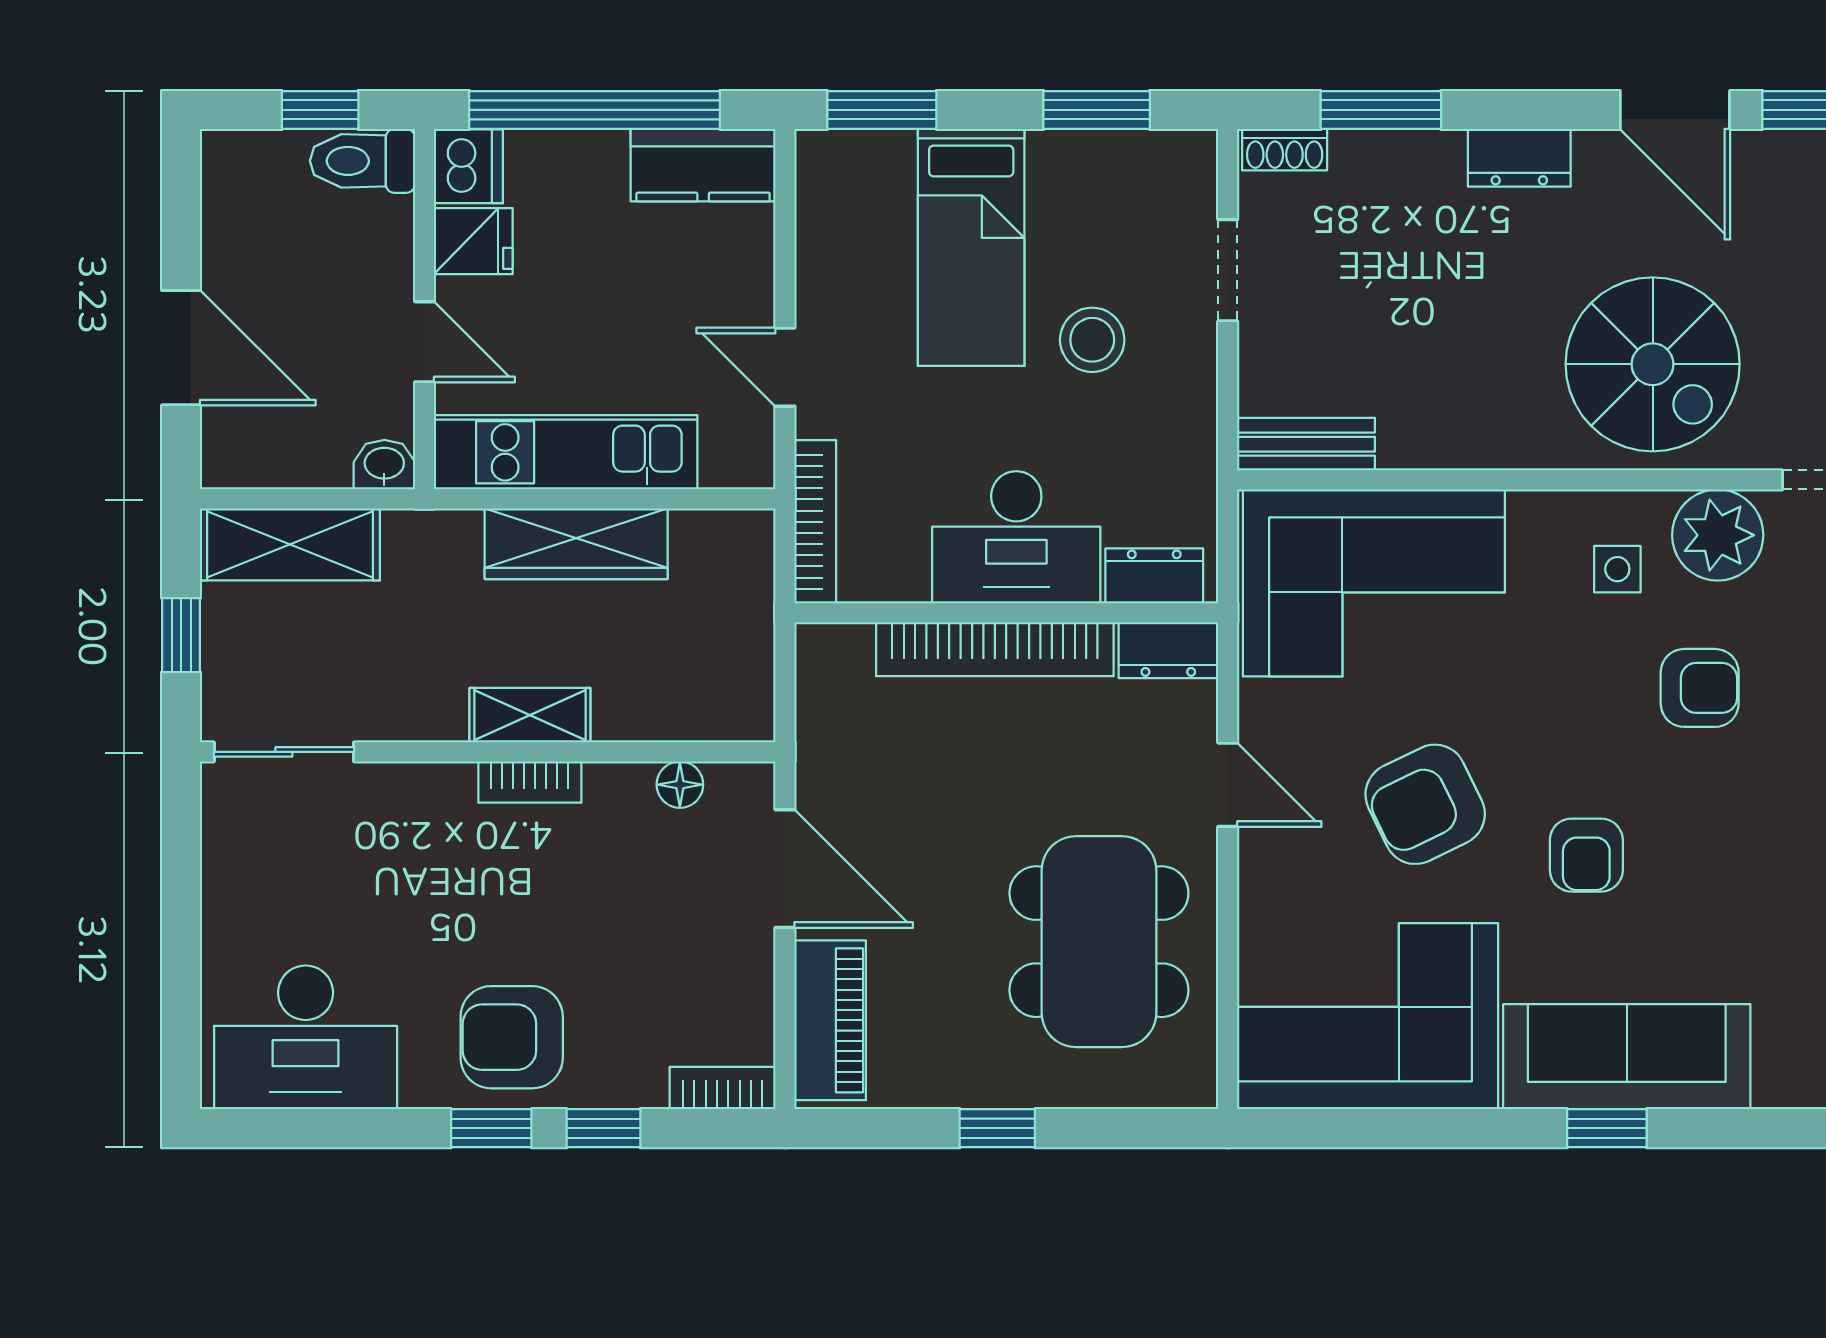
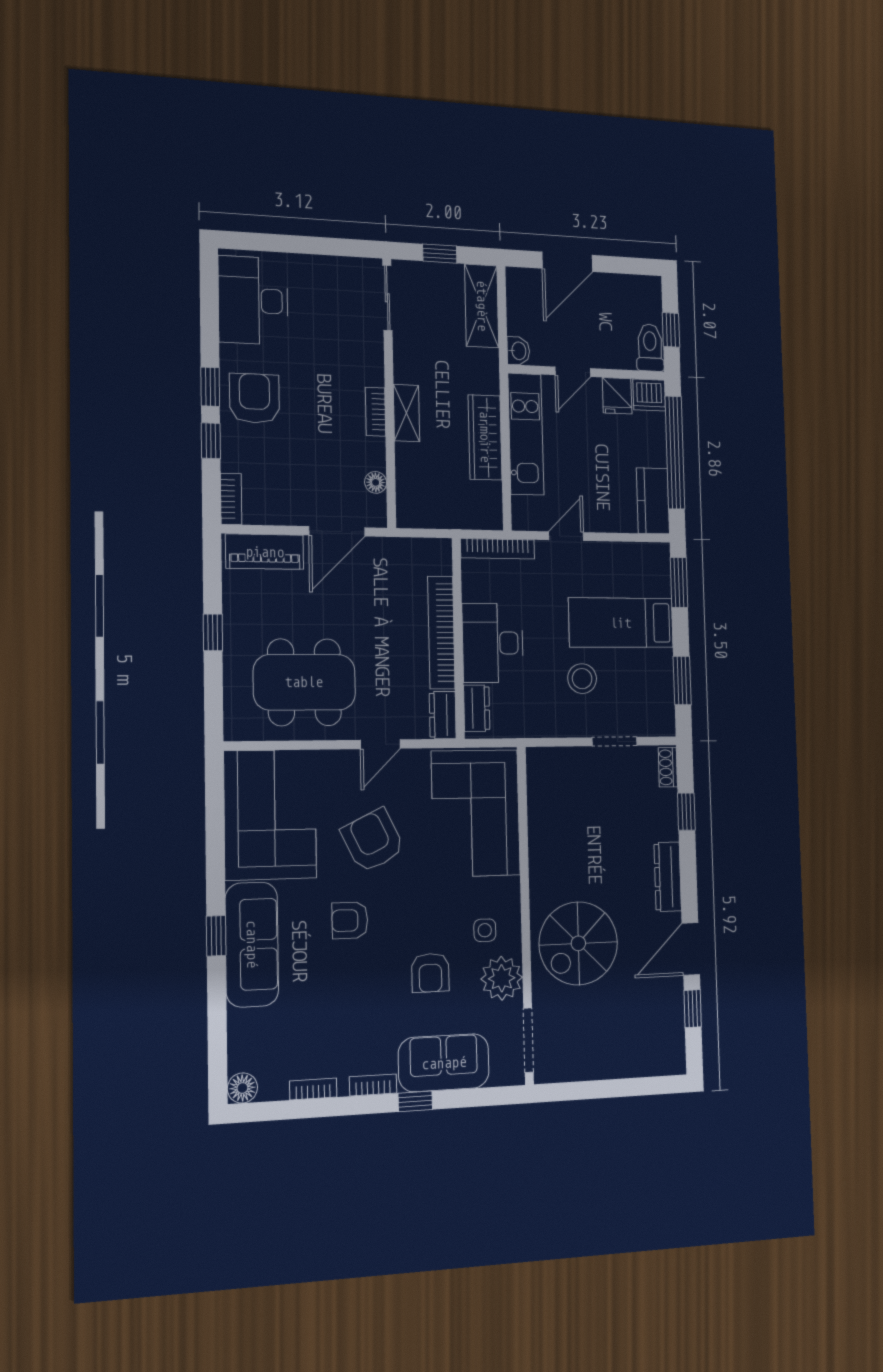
window: (1381, 110) -> (686, 812), width x0.67
dresser: (1519, 158) -> (668, 877), width x1.44
bench: (1306, 444) -> (538, 779), removed

